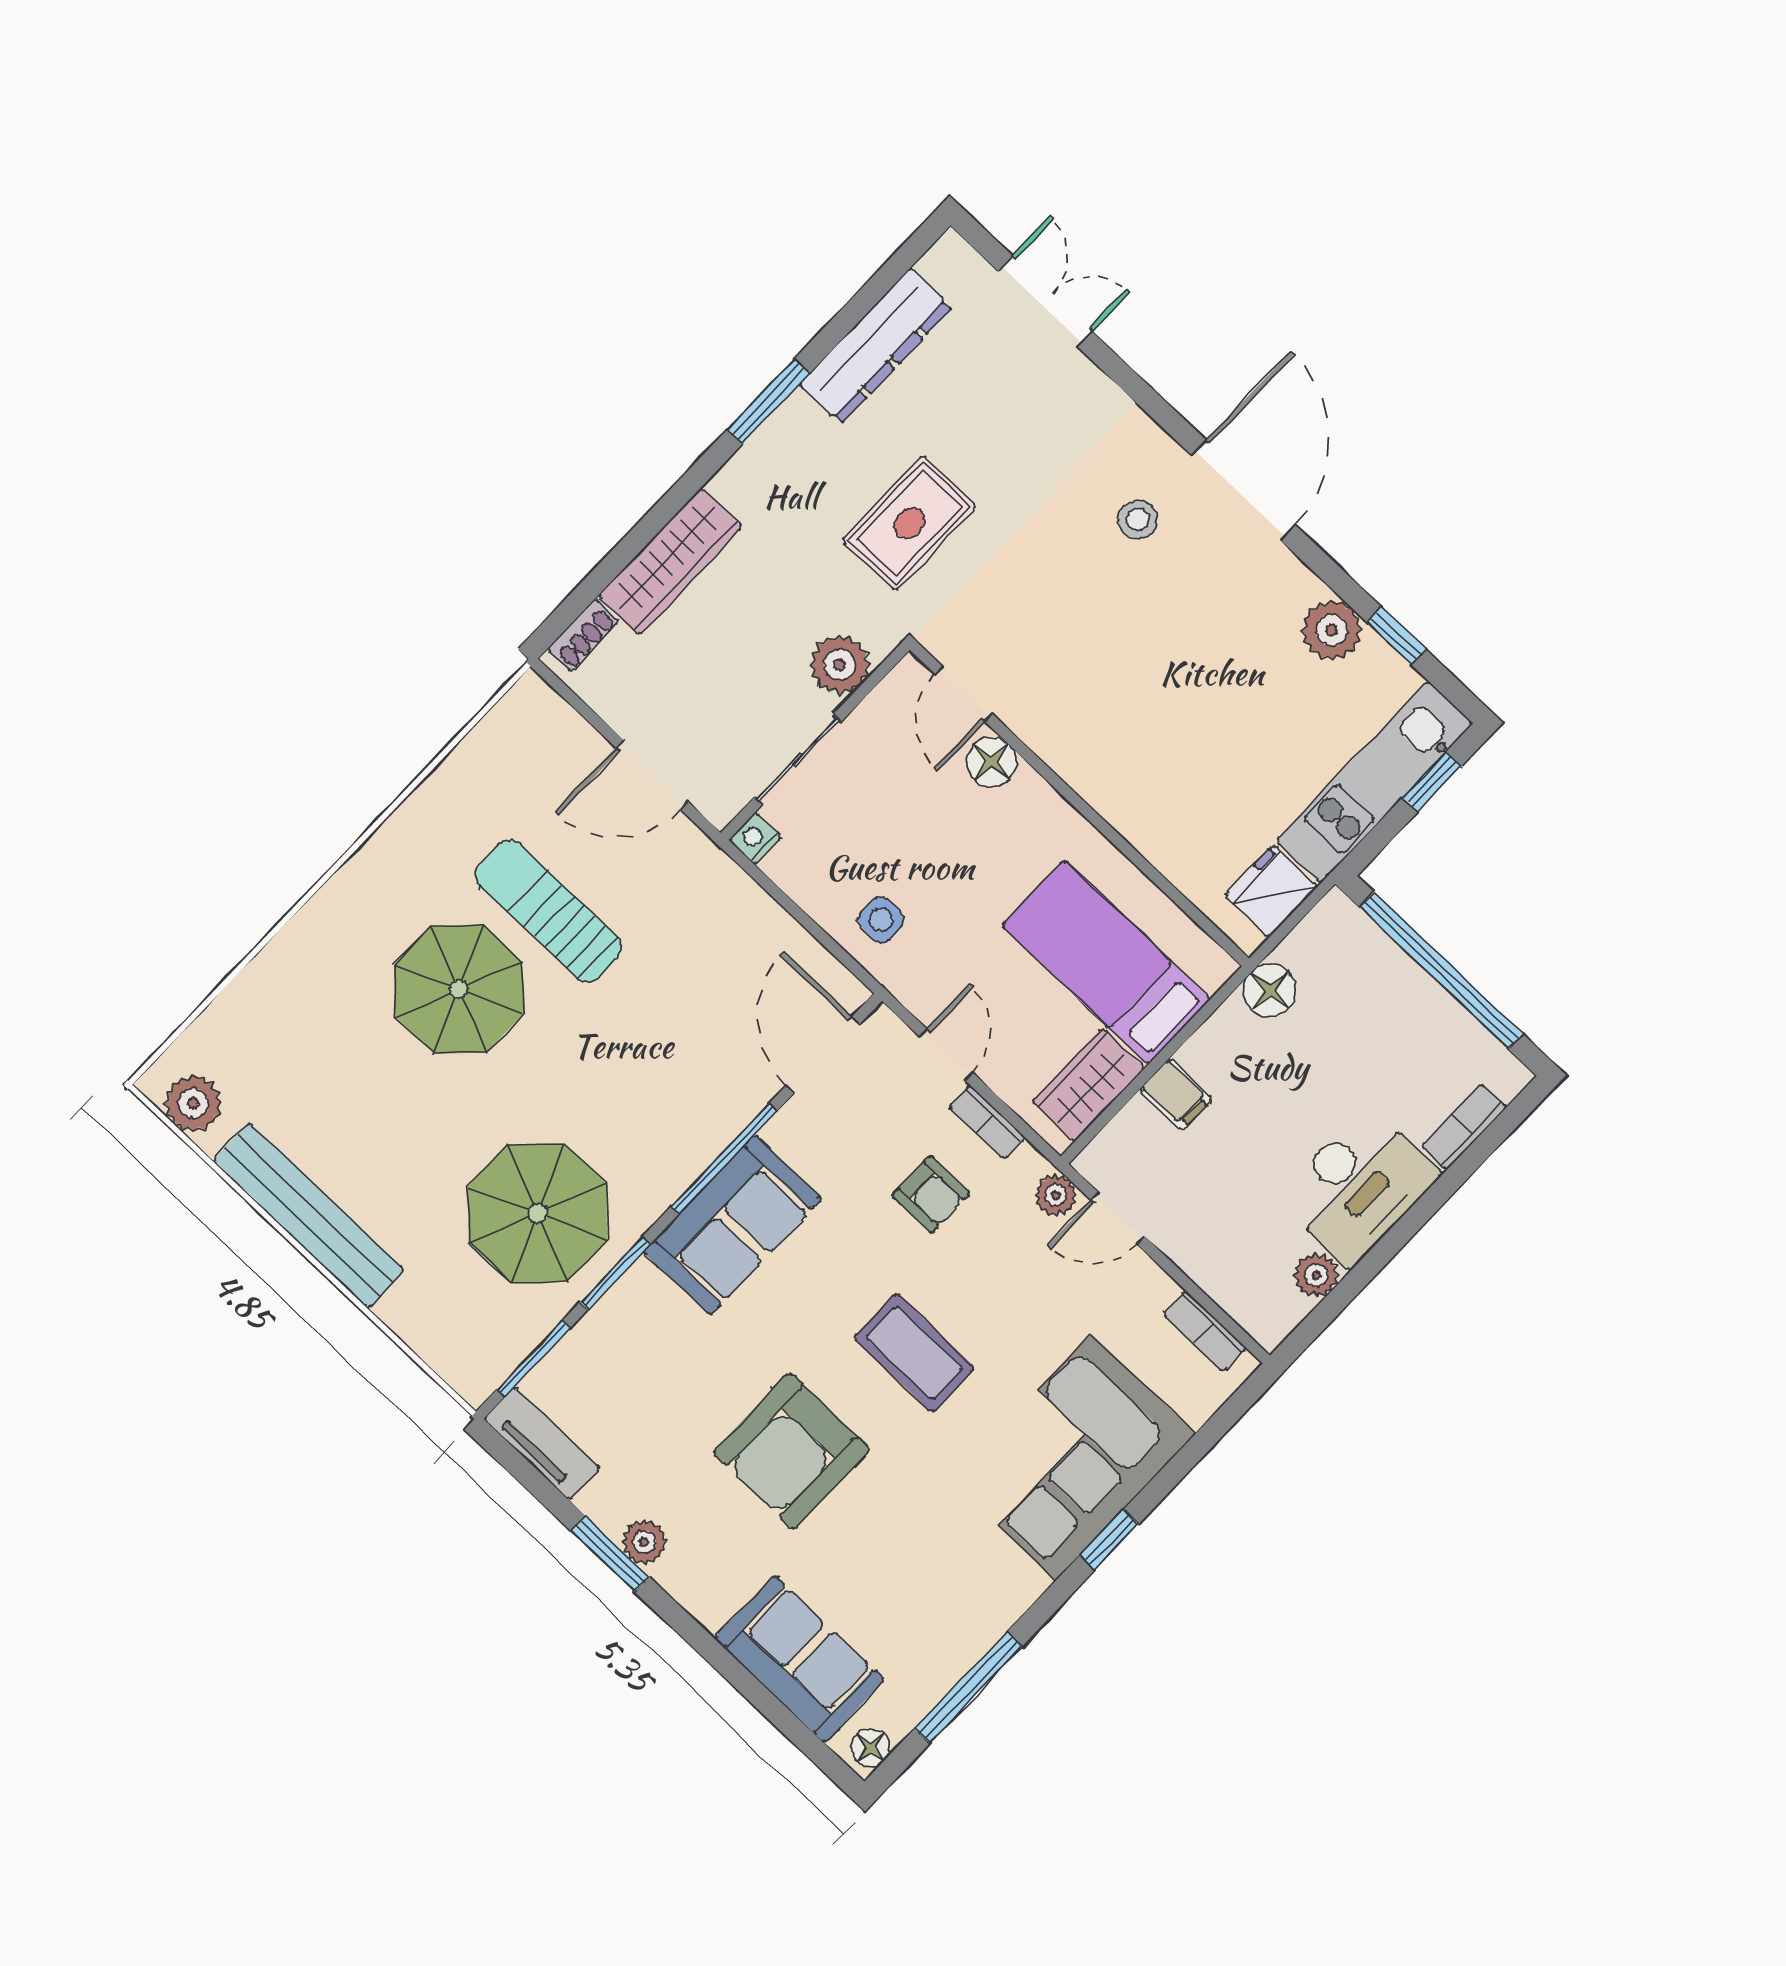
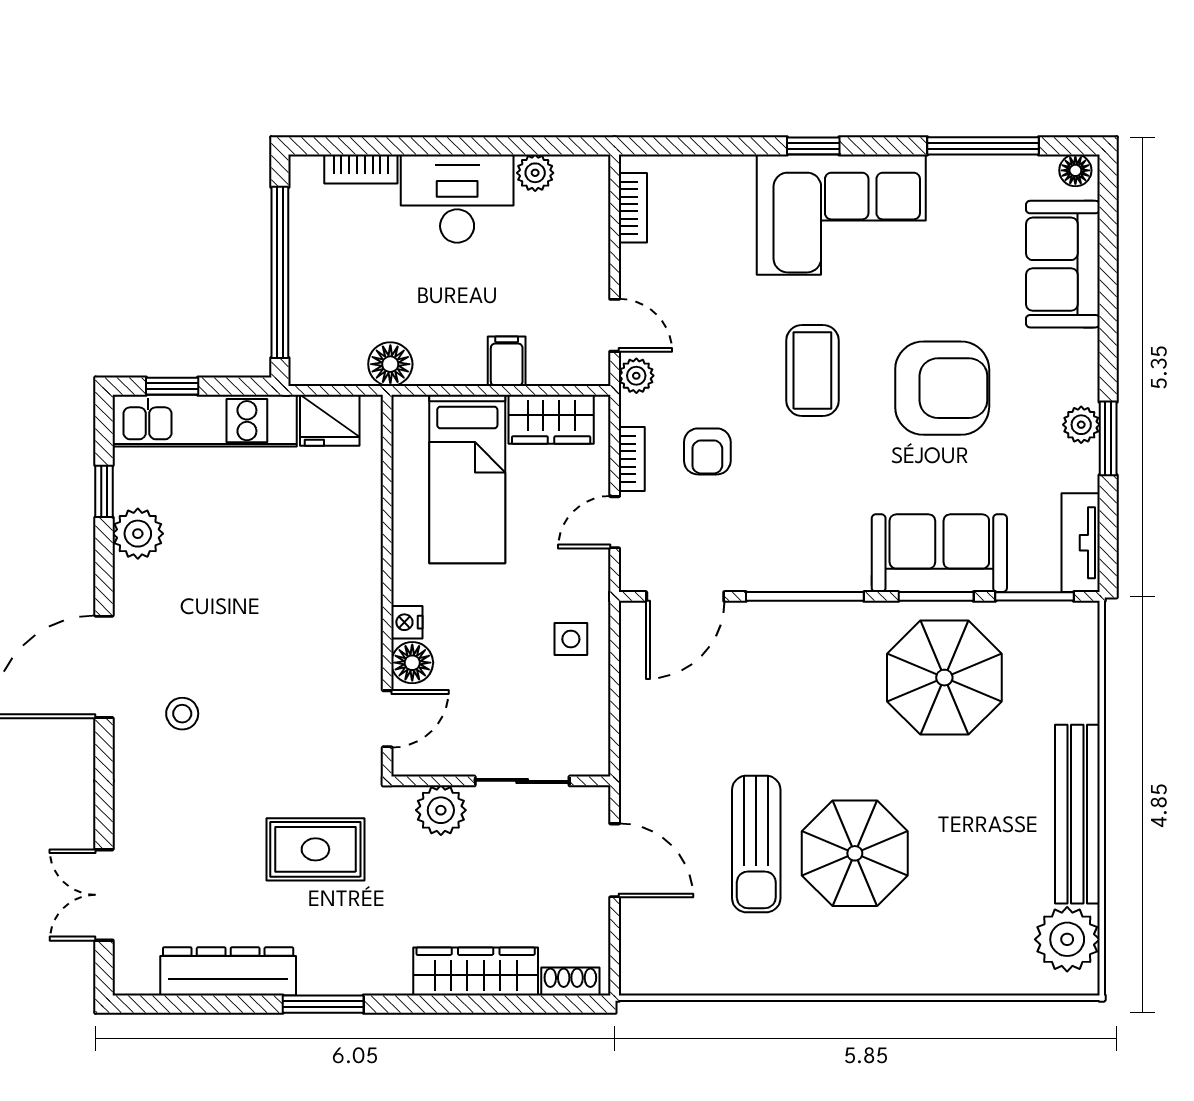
nightstand: (755, 839) -> (407, 622), moved, turned 90
plant: (193, 1103) -> (1067, 939), width x1.36, depth x1.36
armchair: (931, 1194) -> (707, 451), turned 180
sofa: (733, 1225) -> (939, 553), moved
corner sofa: (1073, 1457) -> (841, 215), moved

